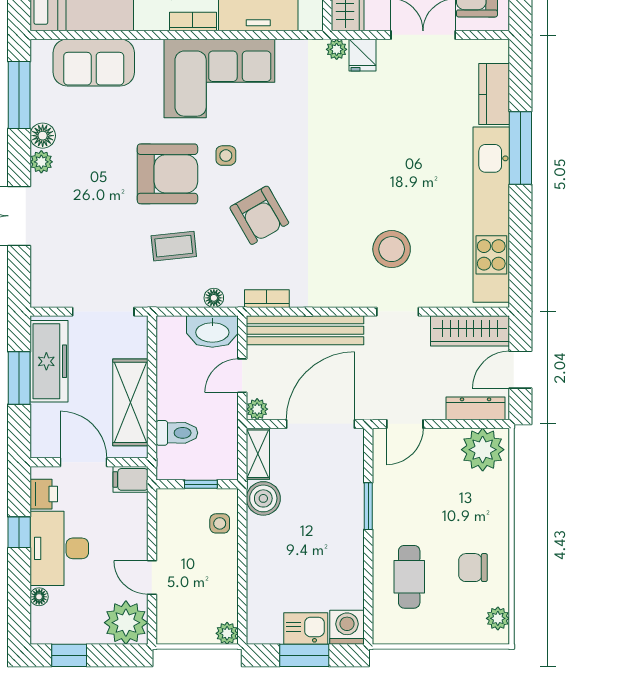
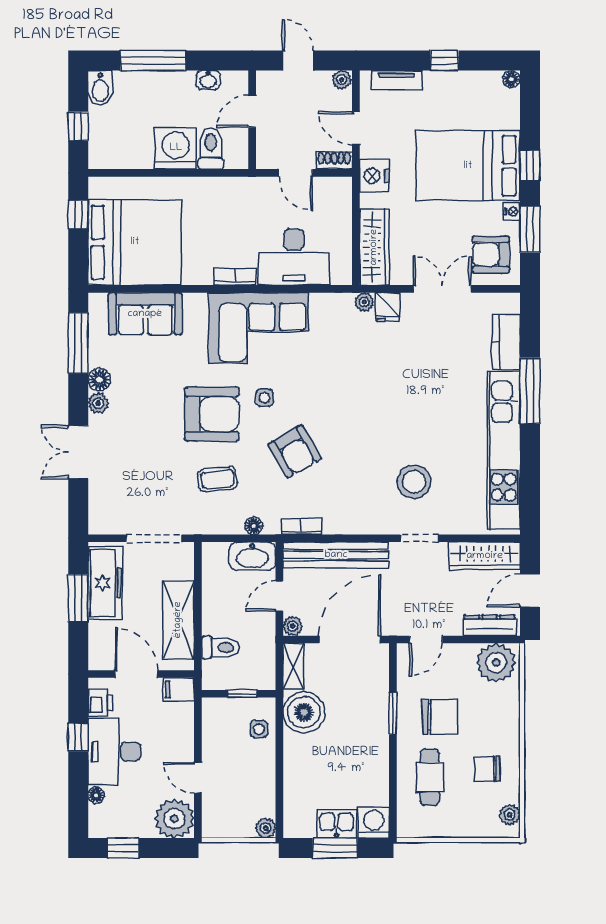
boiler: (263, 498) -> (304, 712), width x1.37, depth x1.37
chair: (421, 510) -> (440, 717), added

